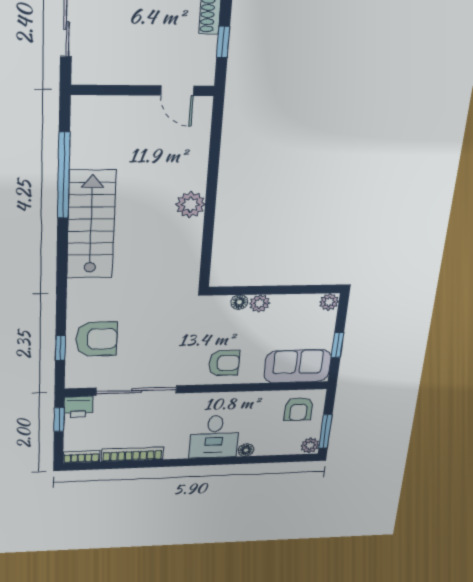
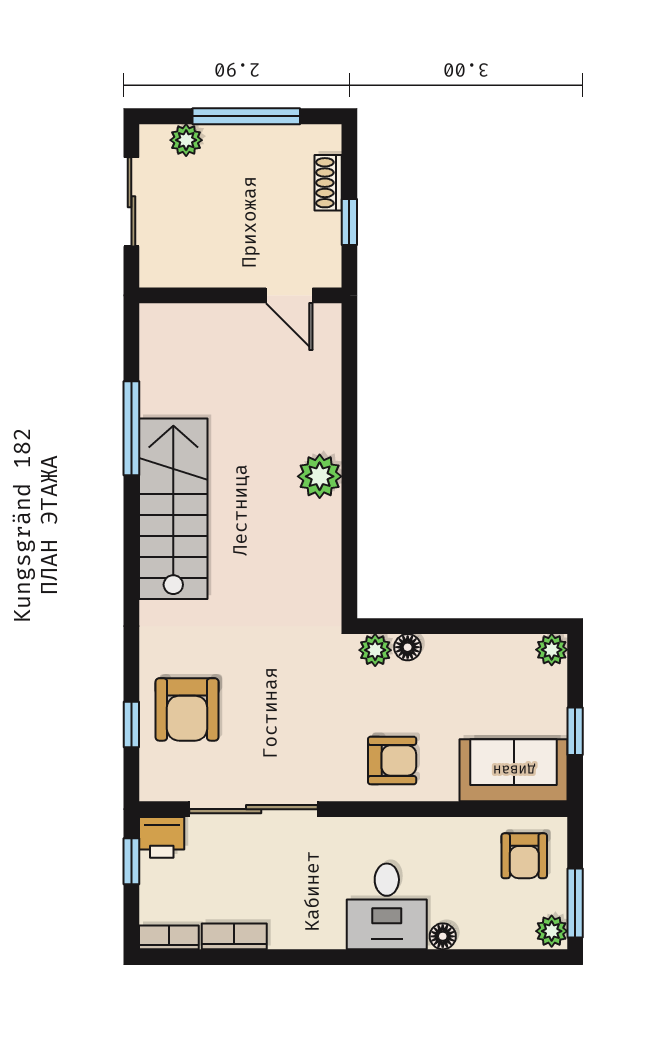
window: (64, 176) -> (131, 428), width x0.68
plant: (260, 303) -> (375, 650), moved
armchair: (97, 339) -> (187, 709), turned 90
bookcase: (132, 454) -> (234, 936), width x0.64

